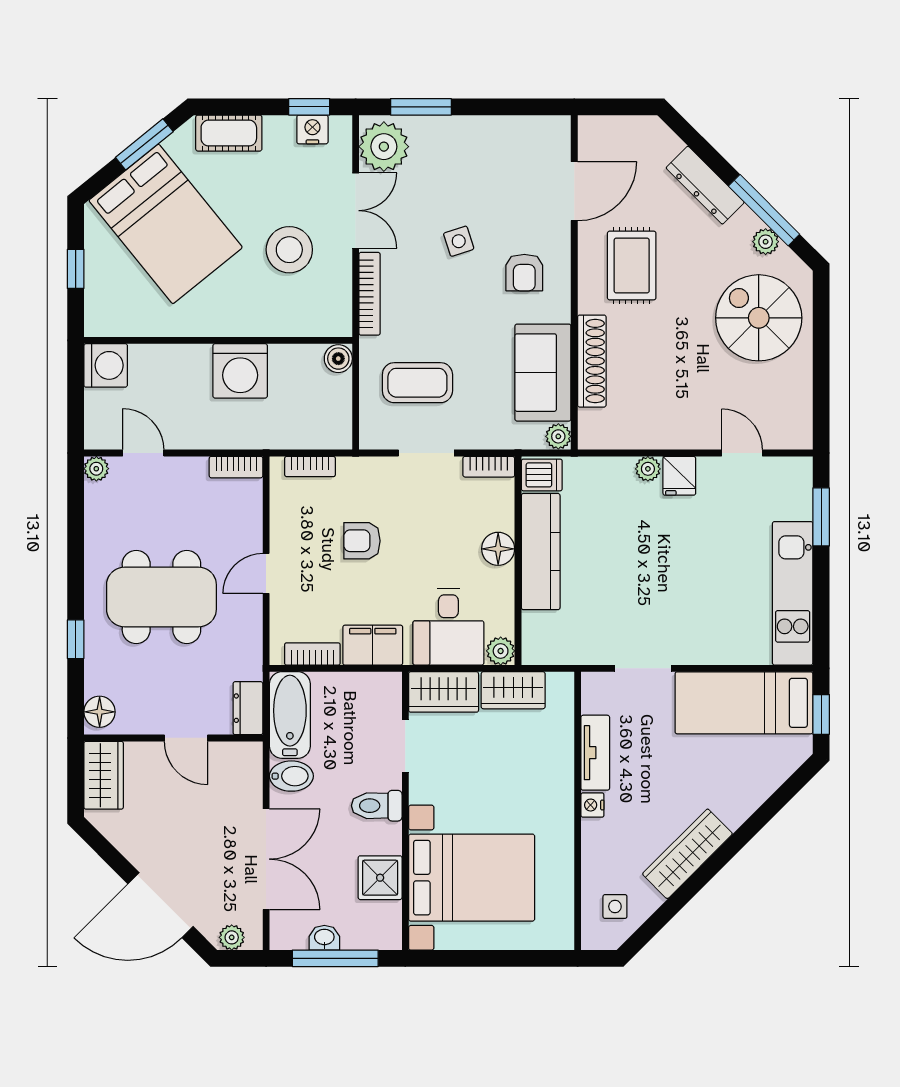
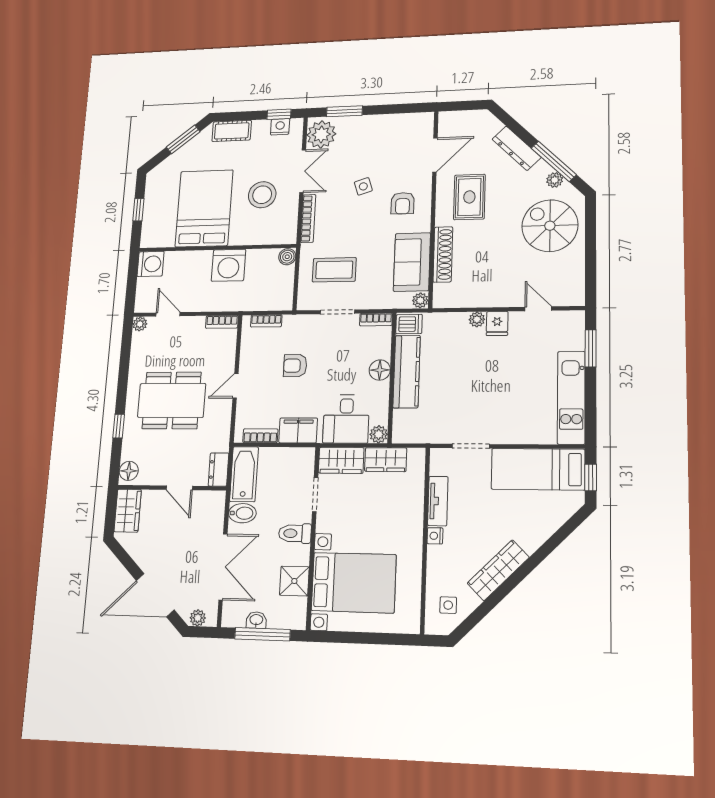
bed: (166, 224) -> (204, 208), moved, turned -141

